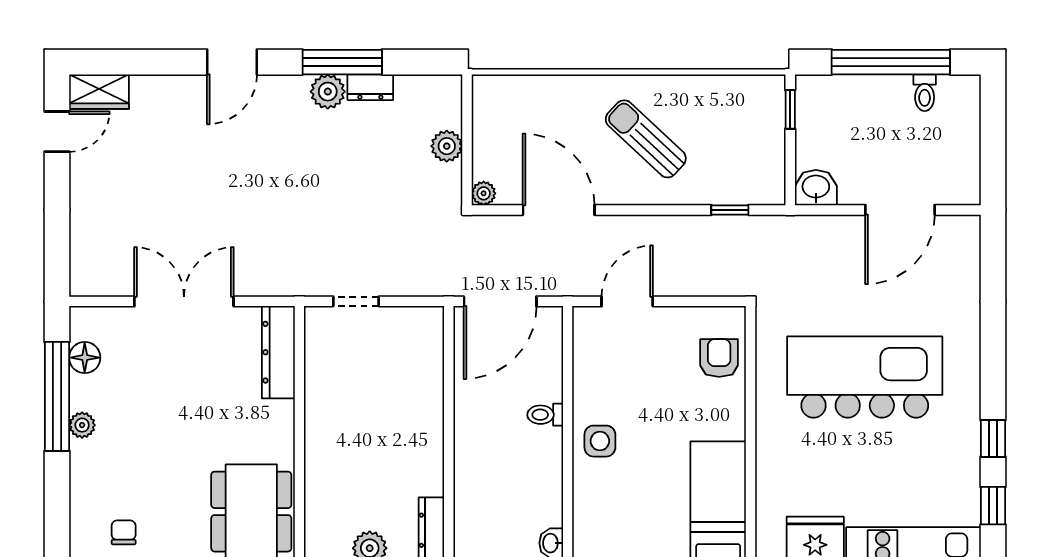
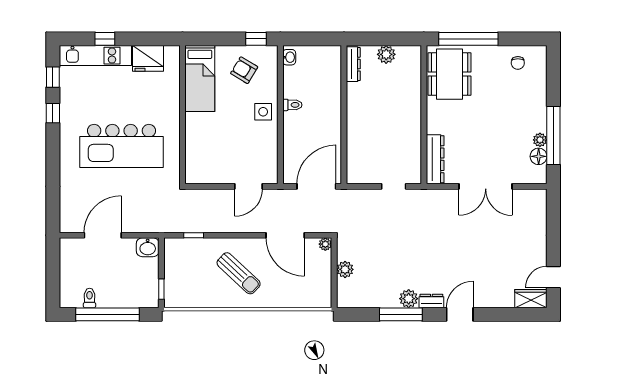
dresser: (370, 87) -> (431, 301), moved
armchair: (719, 358) -> (244, 70), moved, turned 121
toilet: (545, 415) -> (292, 105), moved
plant: (82, 425) -> (540, 140), moved

